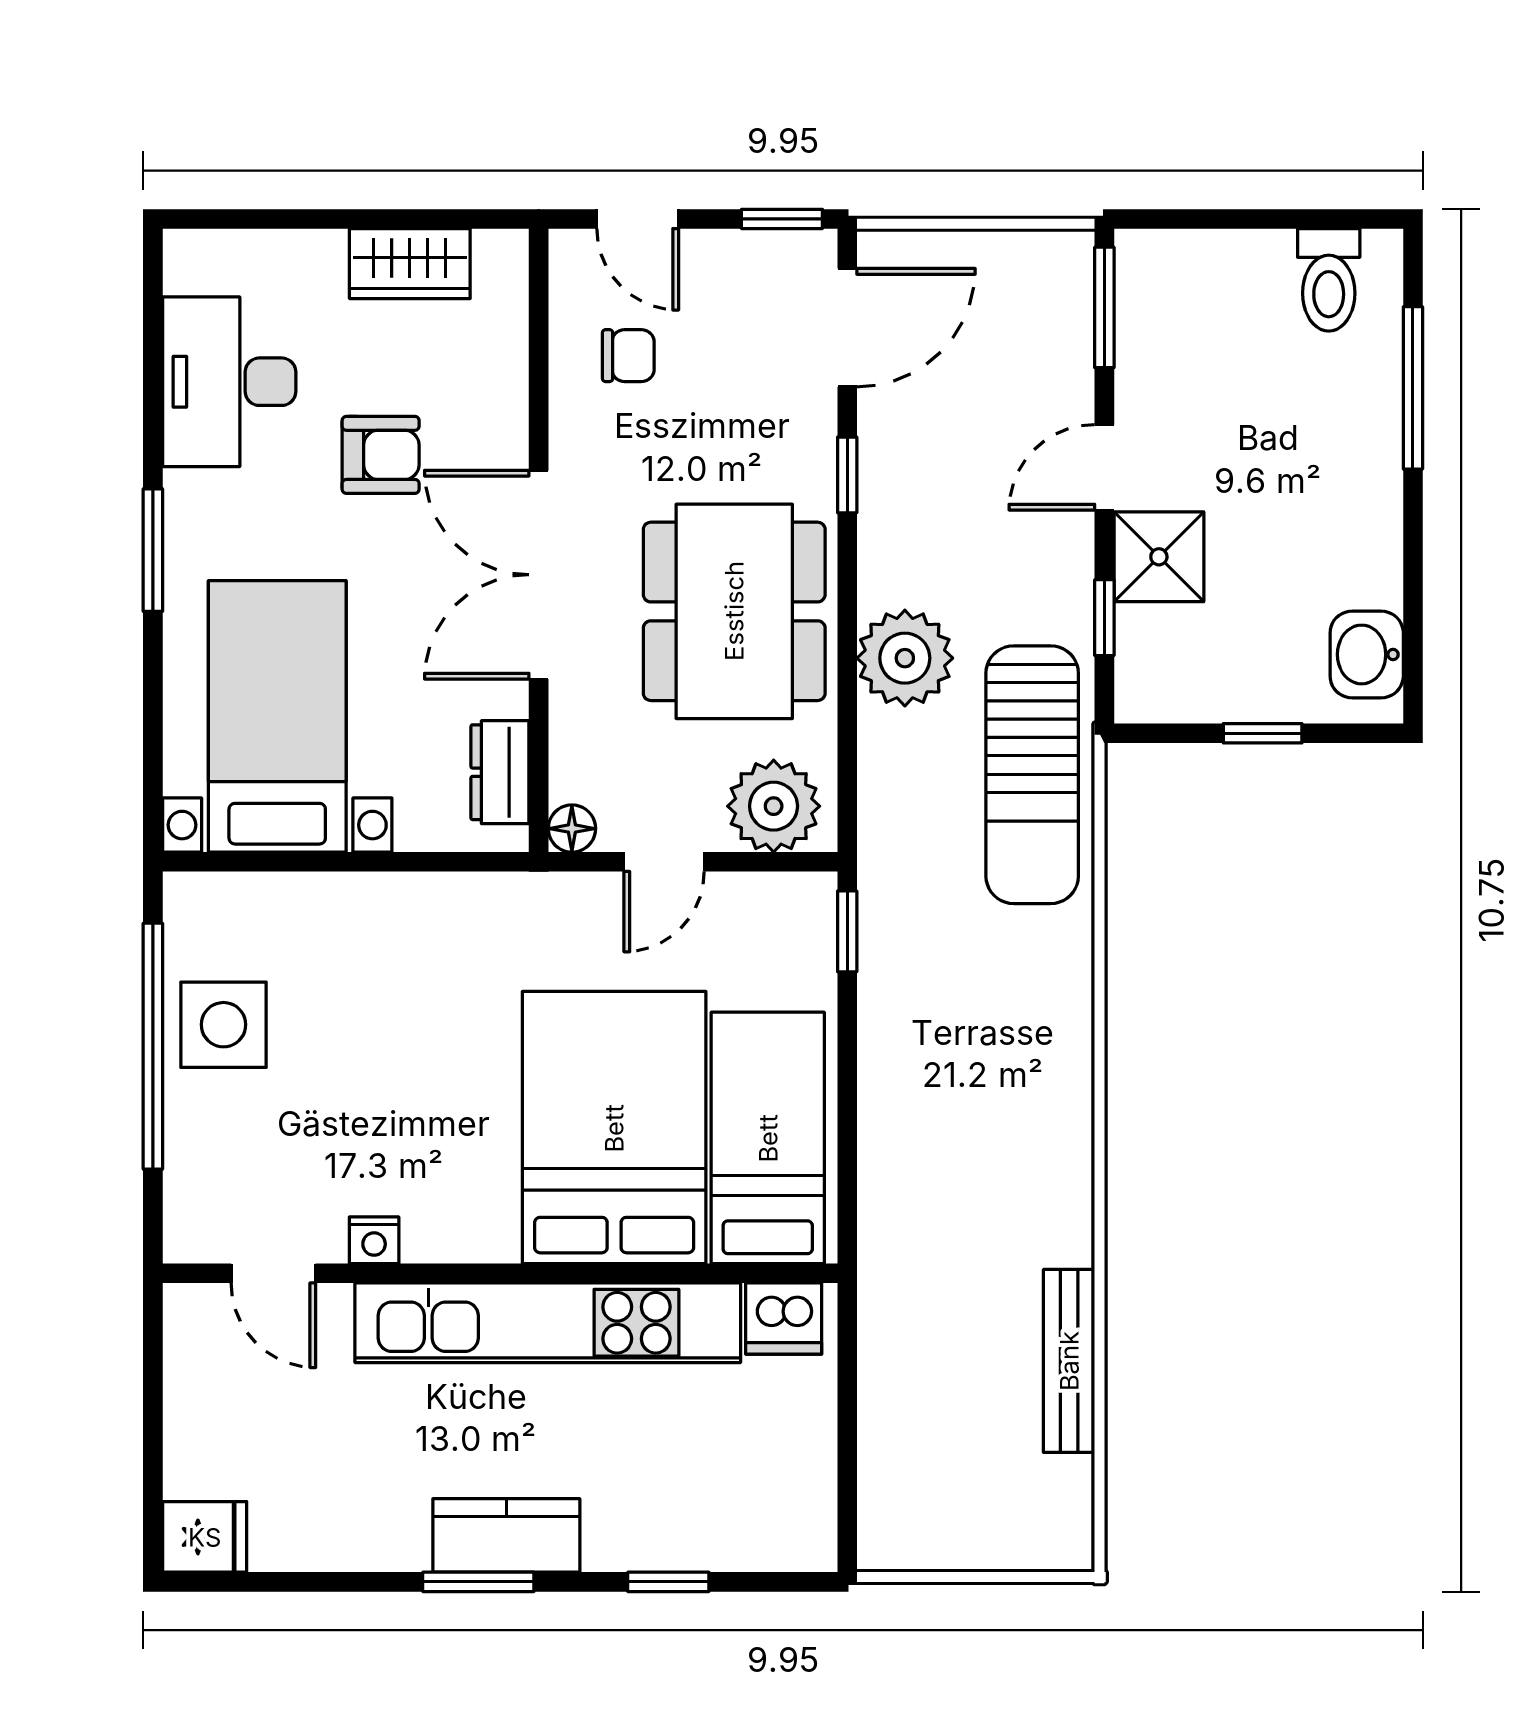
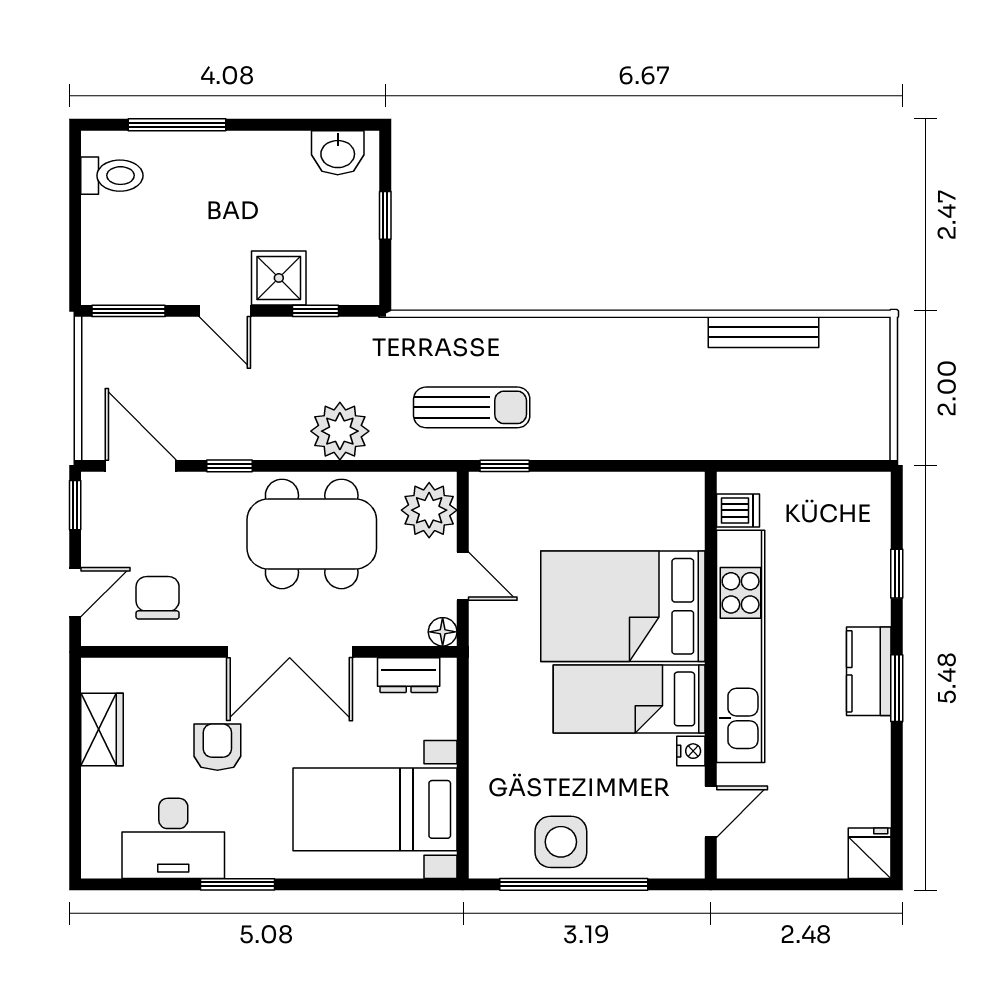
chair: (628, 356) -> (158, 598), width x1.37, depth x1.37
window: (153, 550) -> (238, 884), moved
sun lounger: (1032, 775) -> (472, 407), moved, width x0.73, depth x0.75
bed: (768, 1138) -> (629, 699), moved
dishwasher: (784, 1318) -> (738, 510), width x0.73

